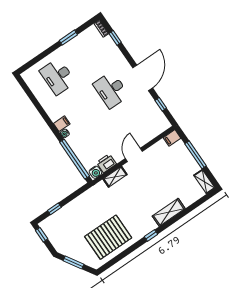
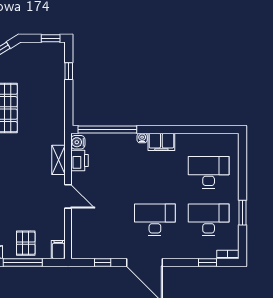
desk: (88, 56) -> (209, 220), added
filing cabinet: (62, 124) -> (161, 142), width x2.00
pallet: (182, 161) -> (26, 243), added

